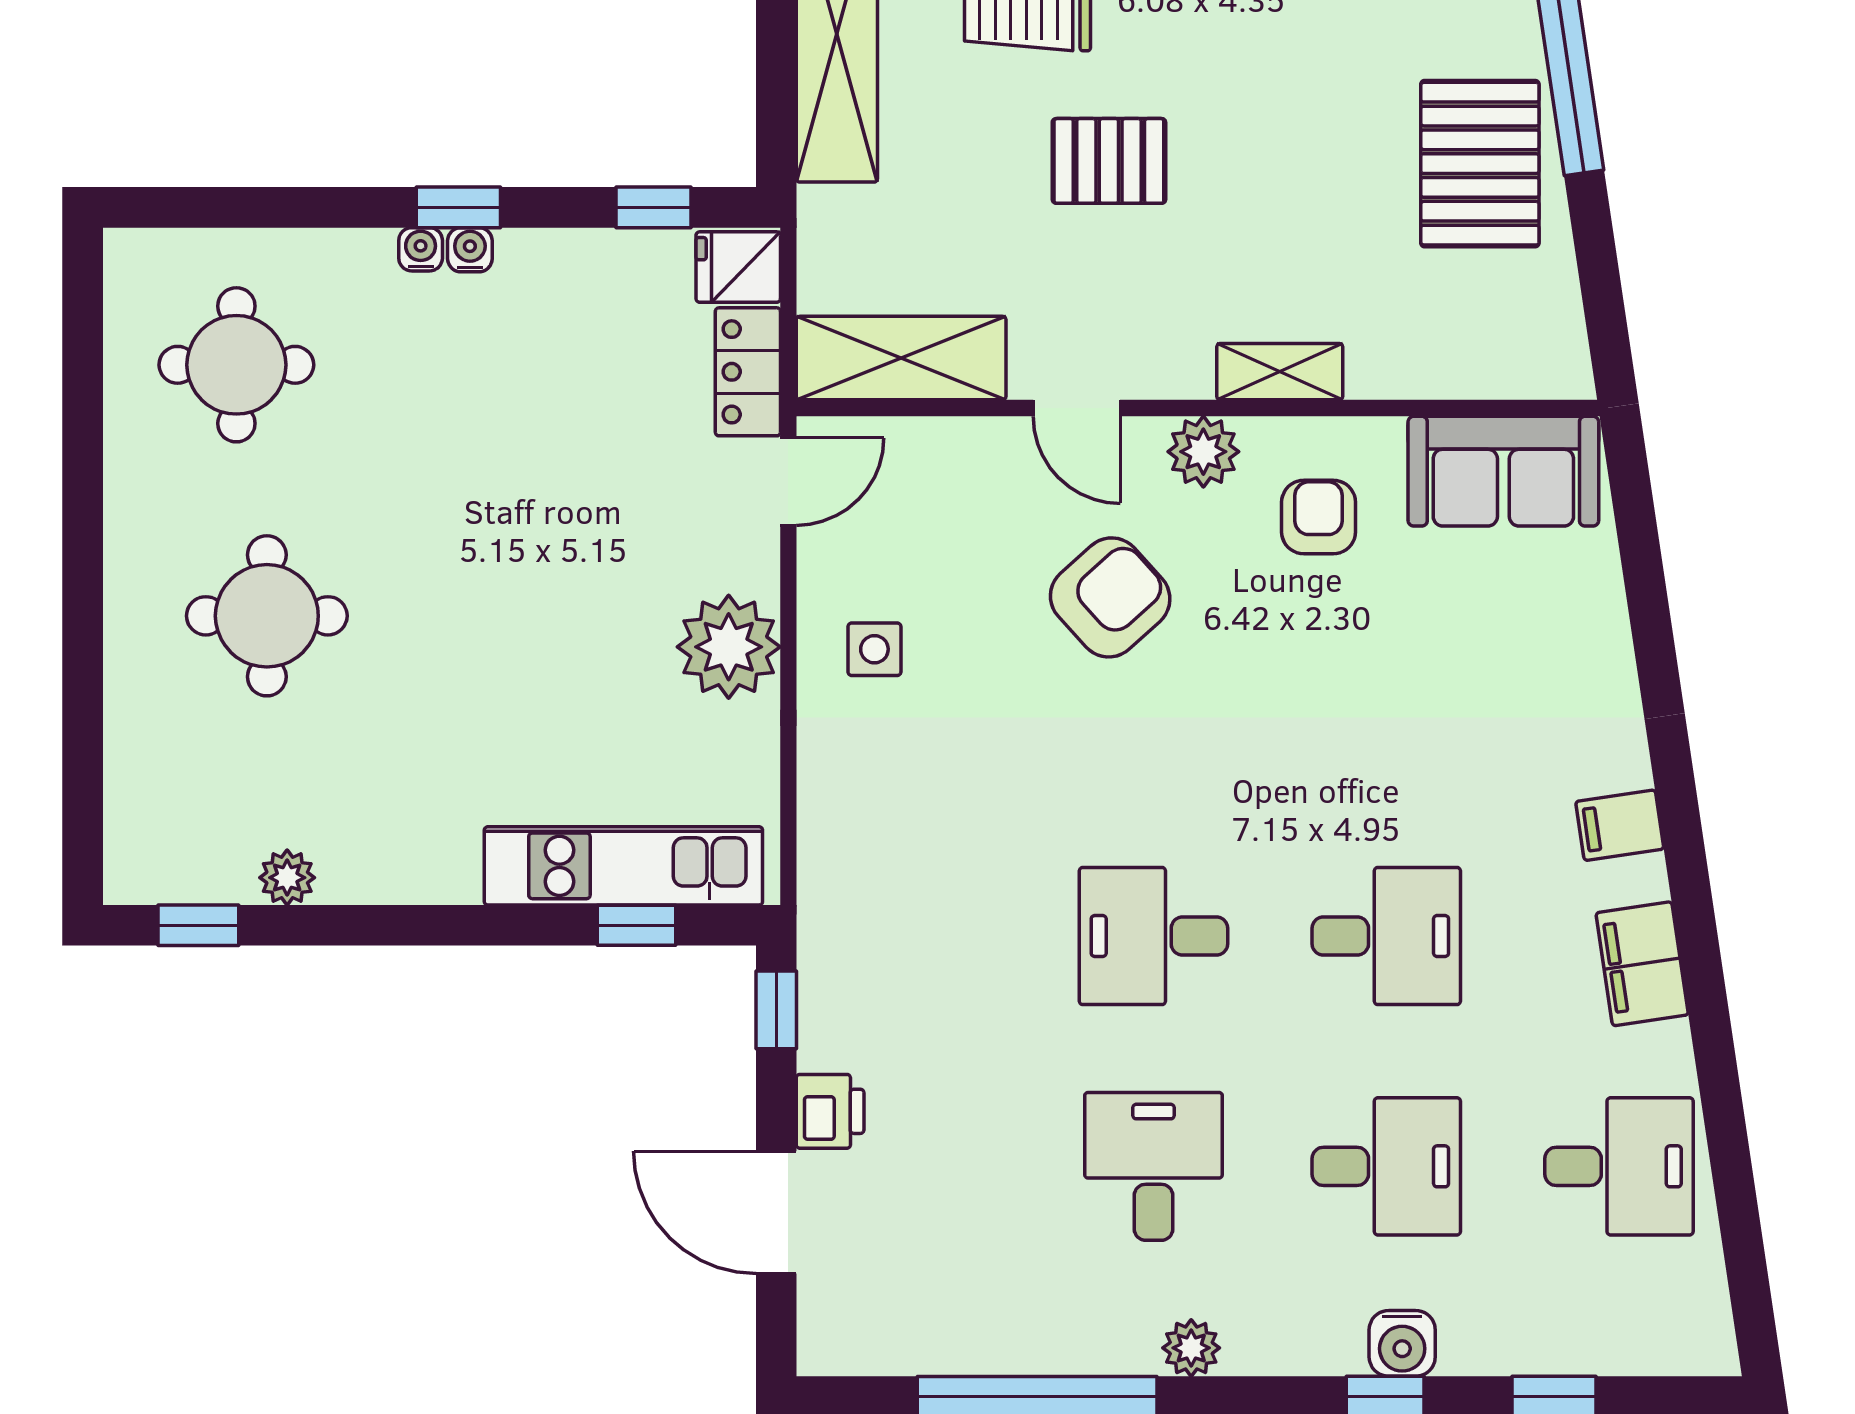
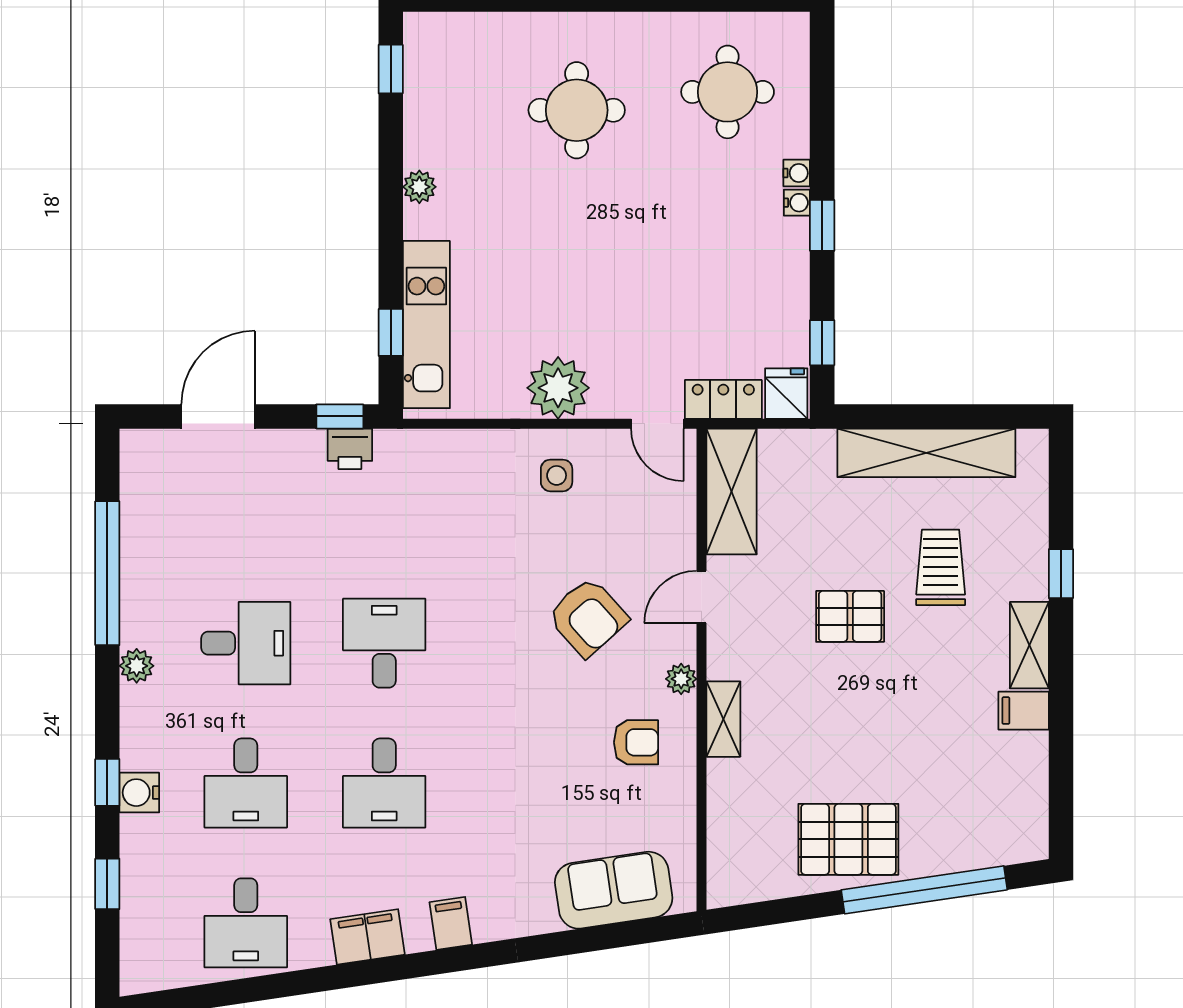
pallet: (1109, 161) -> (850, 616), turned 90
water cooler: (470, 250) -> (797, 173), moved
plant: (1203, 452) -> (681, 679), width x0.73, depth x0.73
sofa: (1503, 471) -> (614, 890), moved, turned 82
plant: (287, 878) -> (419, 187), moved
printer: (830, 1111) -> (350, 449), moved

